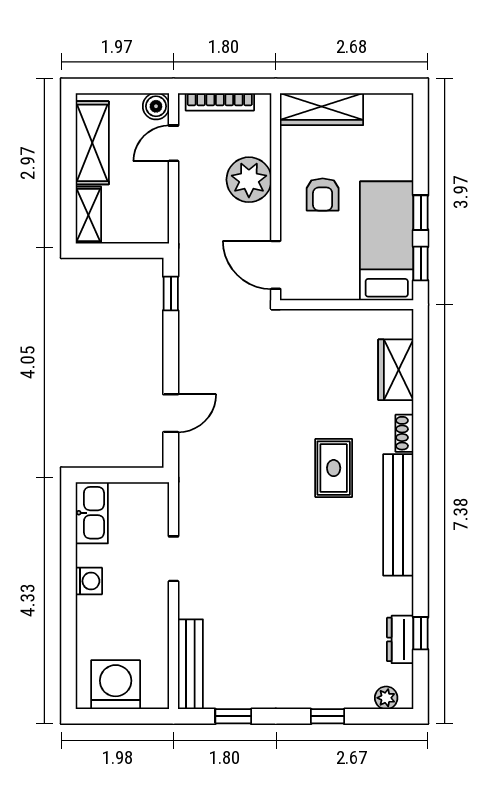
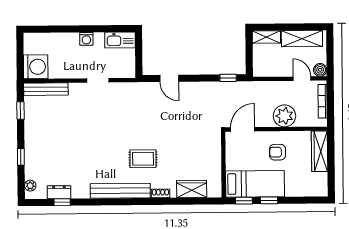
washing machine: (116, 685) -> (36, 67), moved

